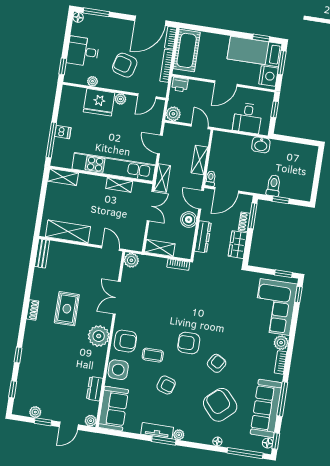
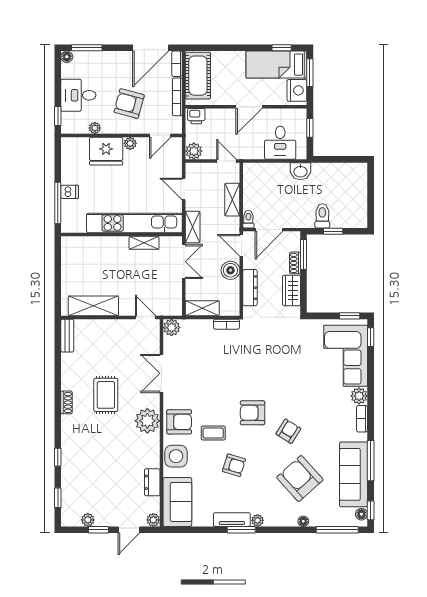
shelving: (63, 177) -> (78, 244), removed

